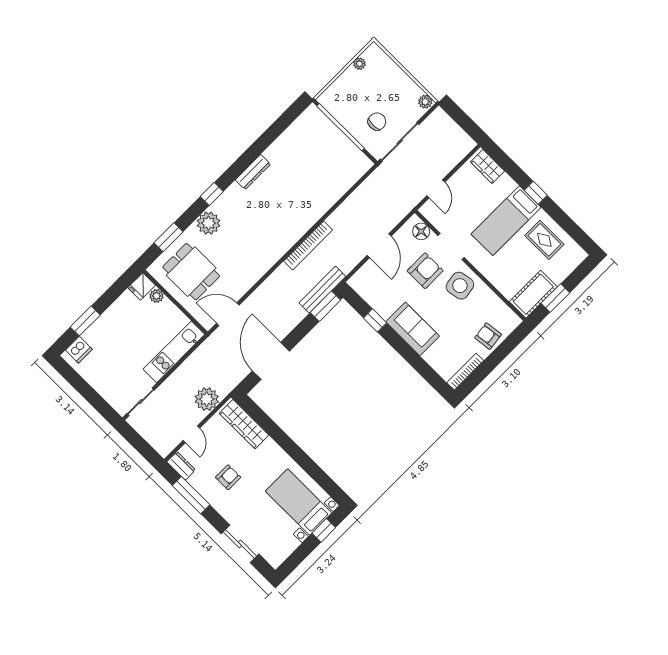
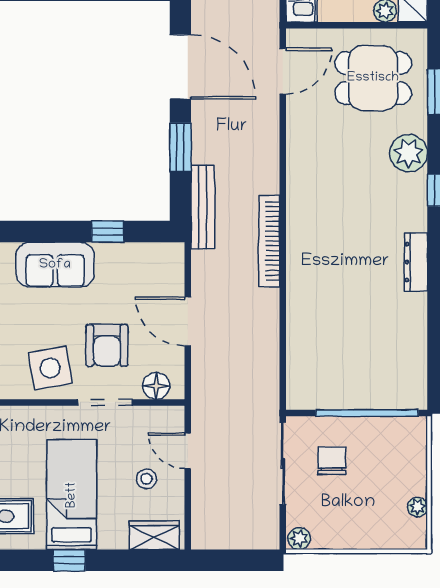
chair: (377, 122) -> (332, 461), turned 180
stool: (466, 195) -> (146, 479), added
window: (325, 306) -> (180, 147), moved

